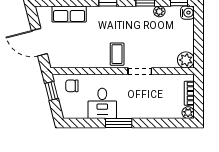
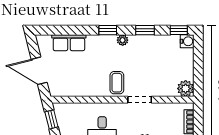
plant: (159, 11) -> (123, 40), moved
chair: (72, 86) -> (72, 114), removed

